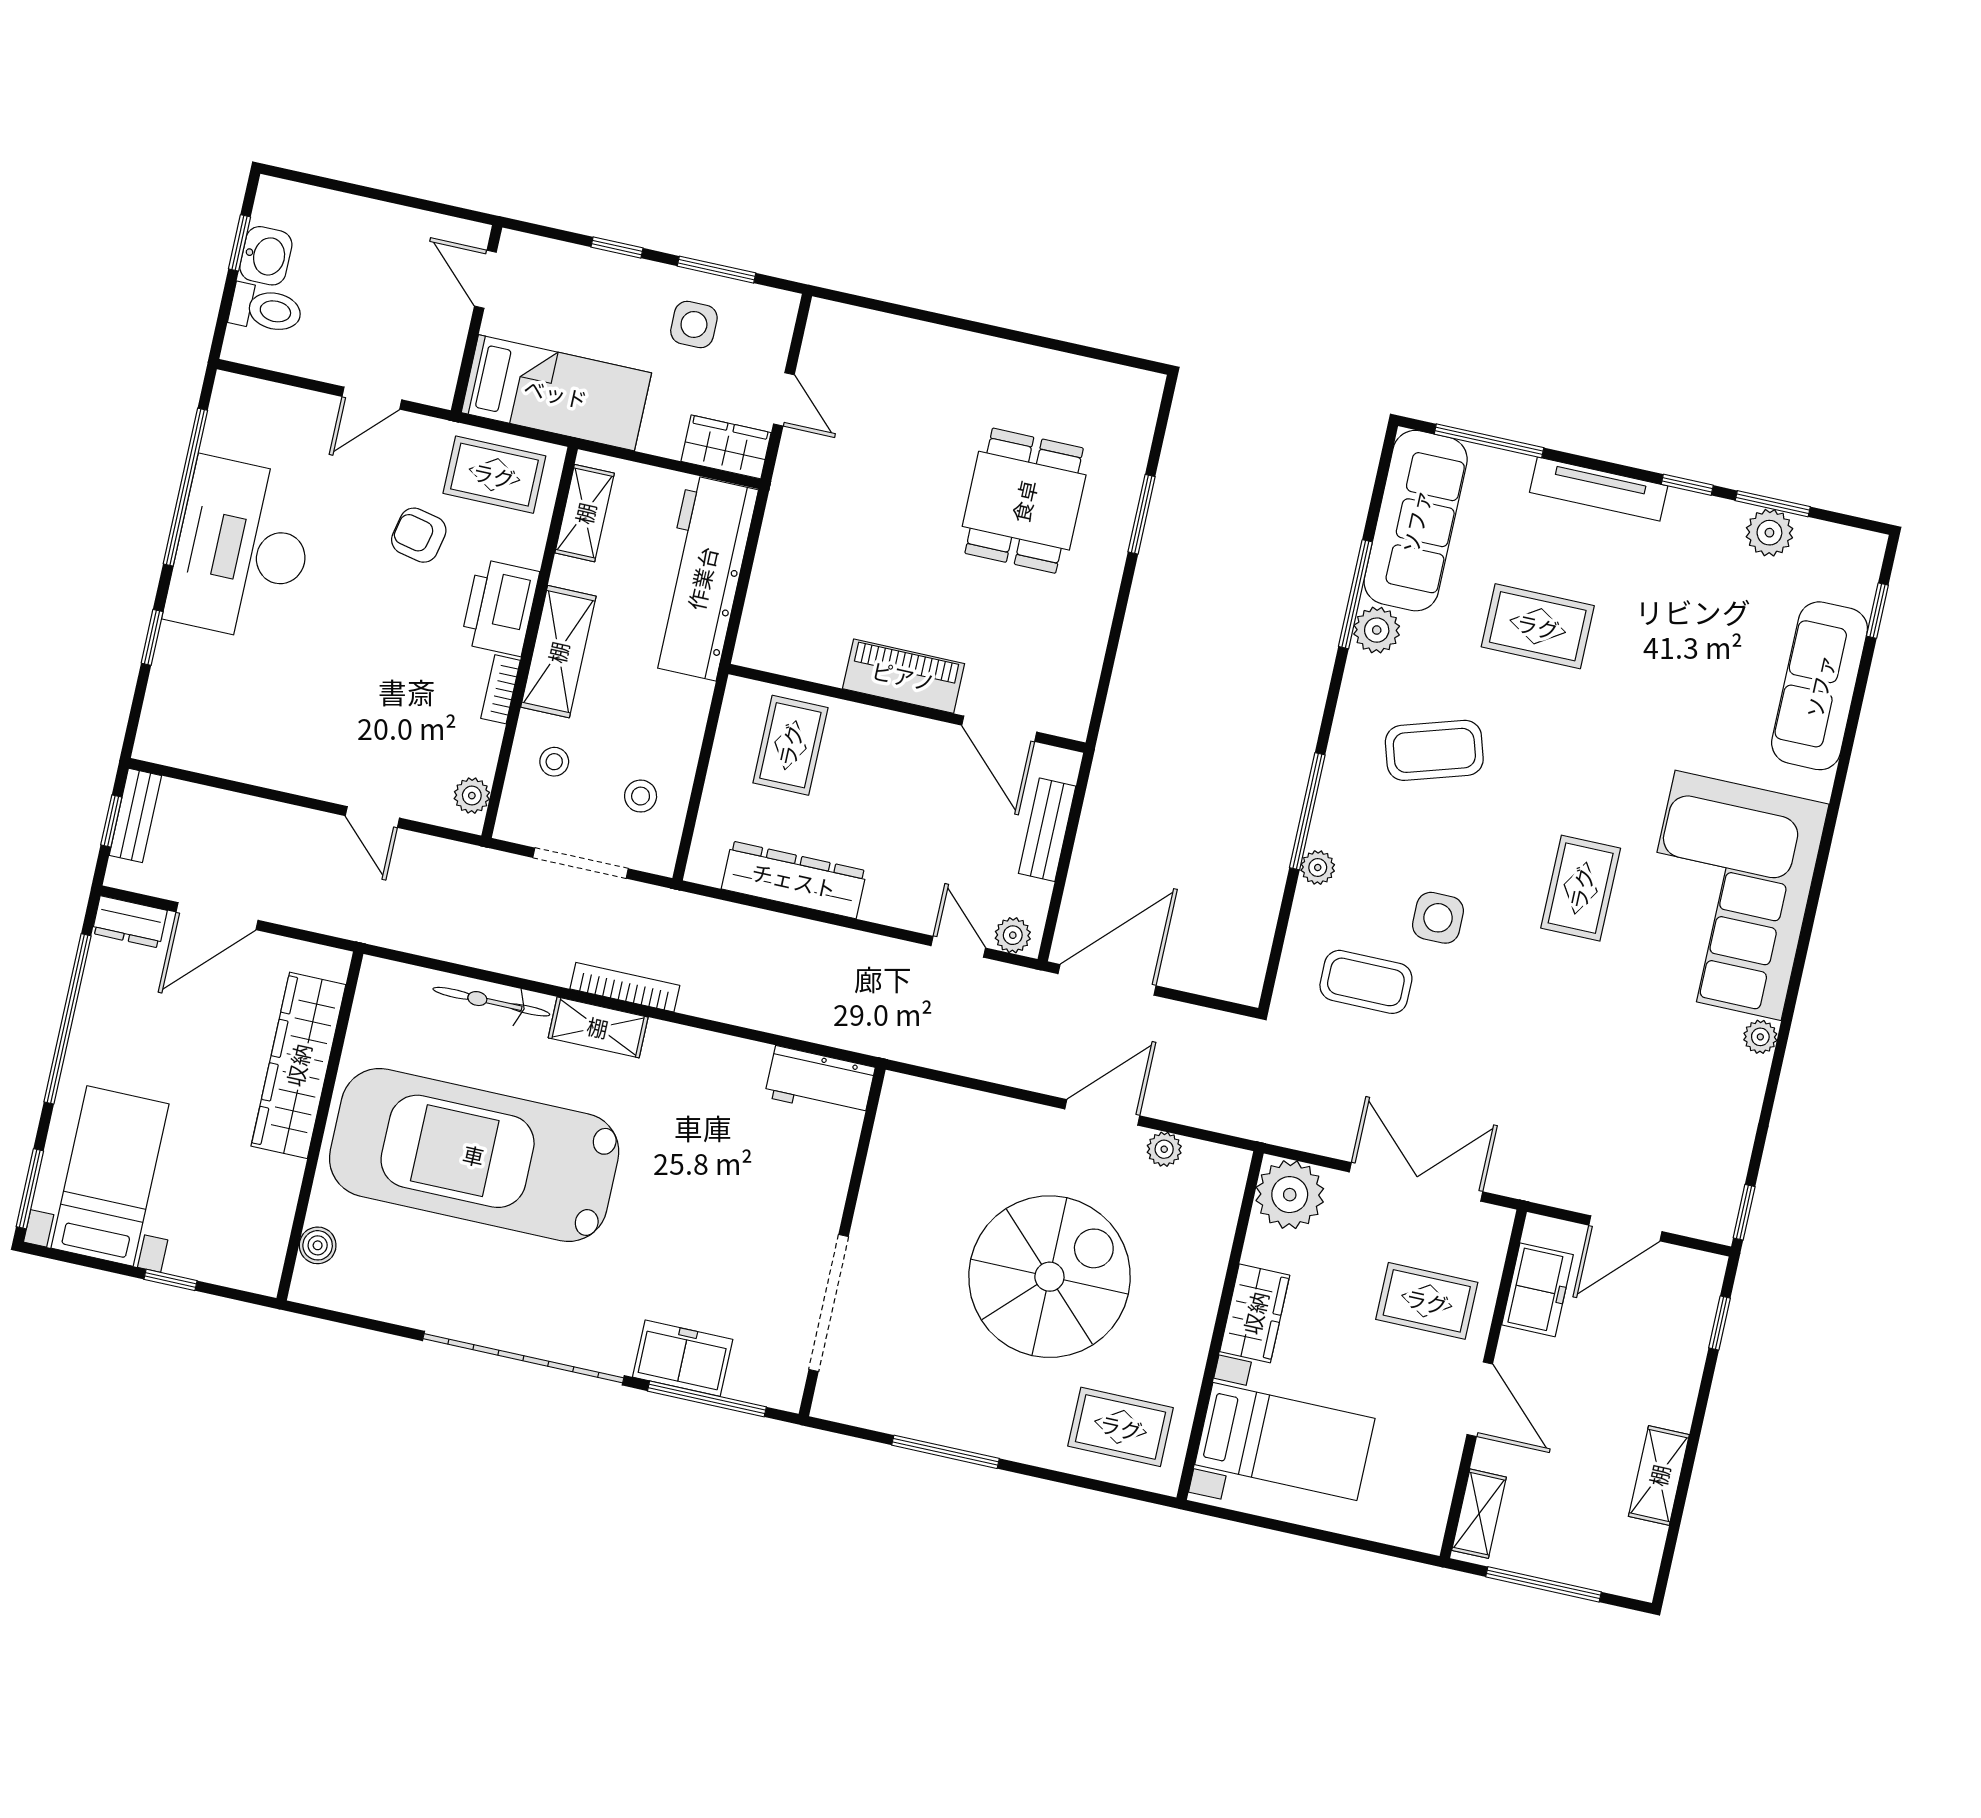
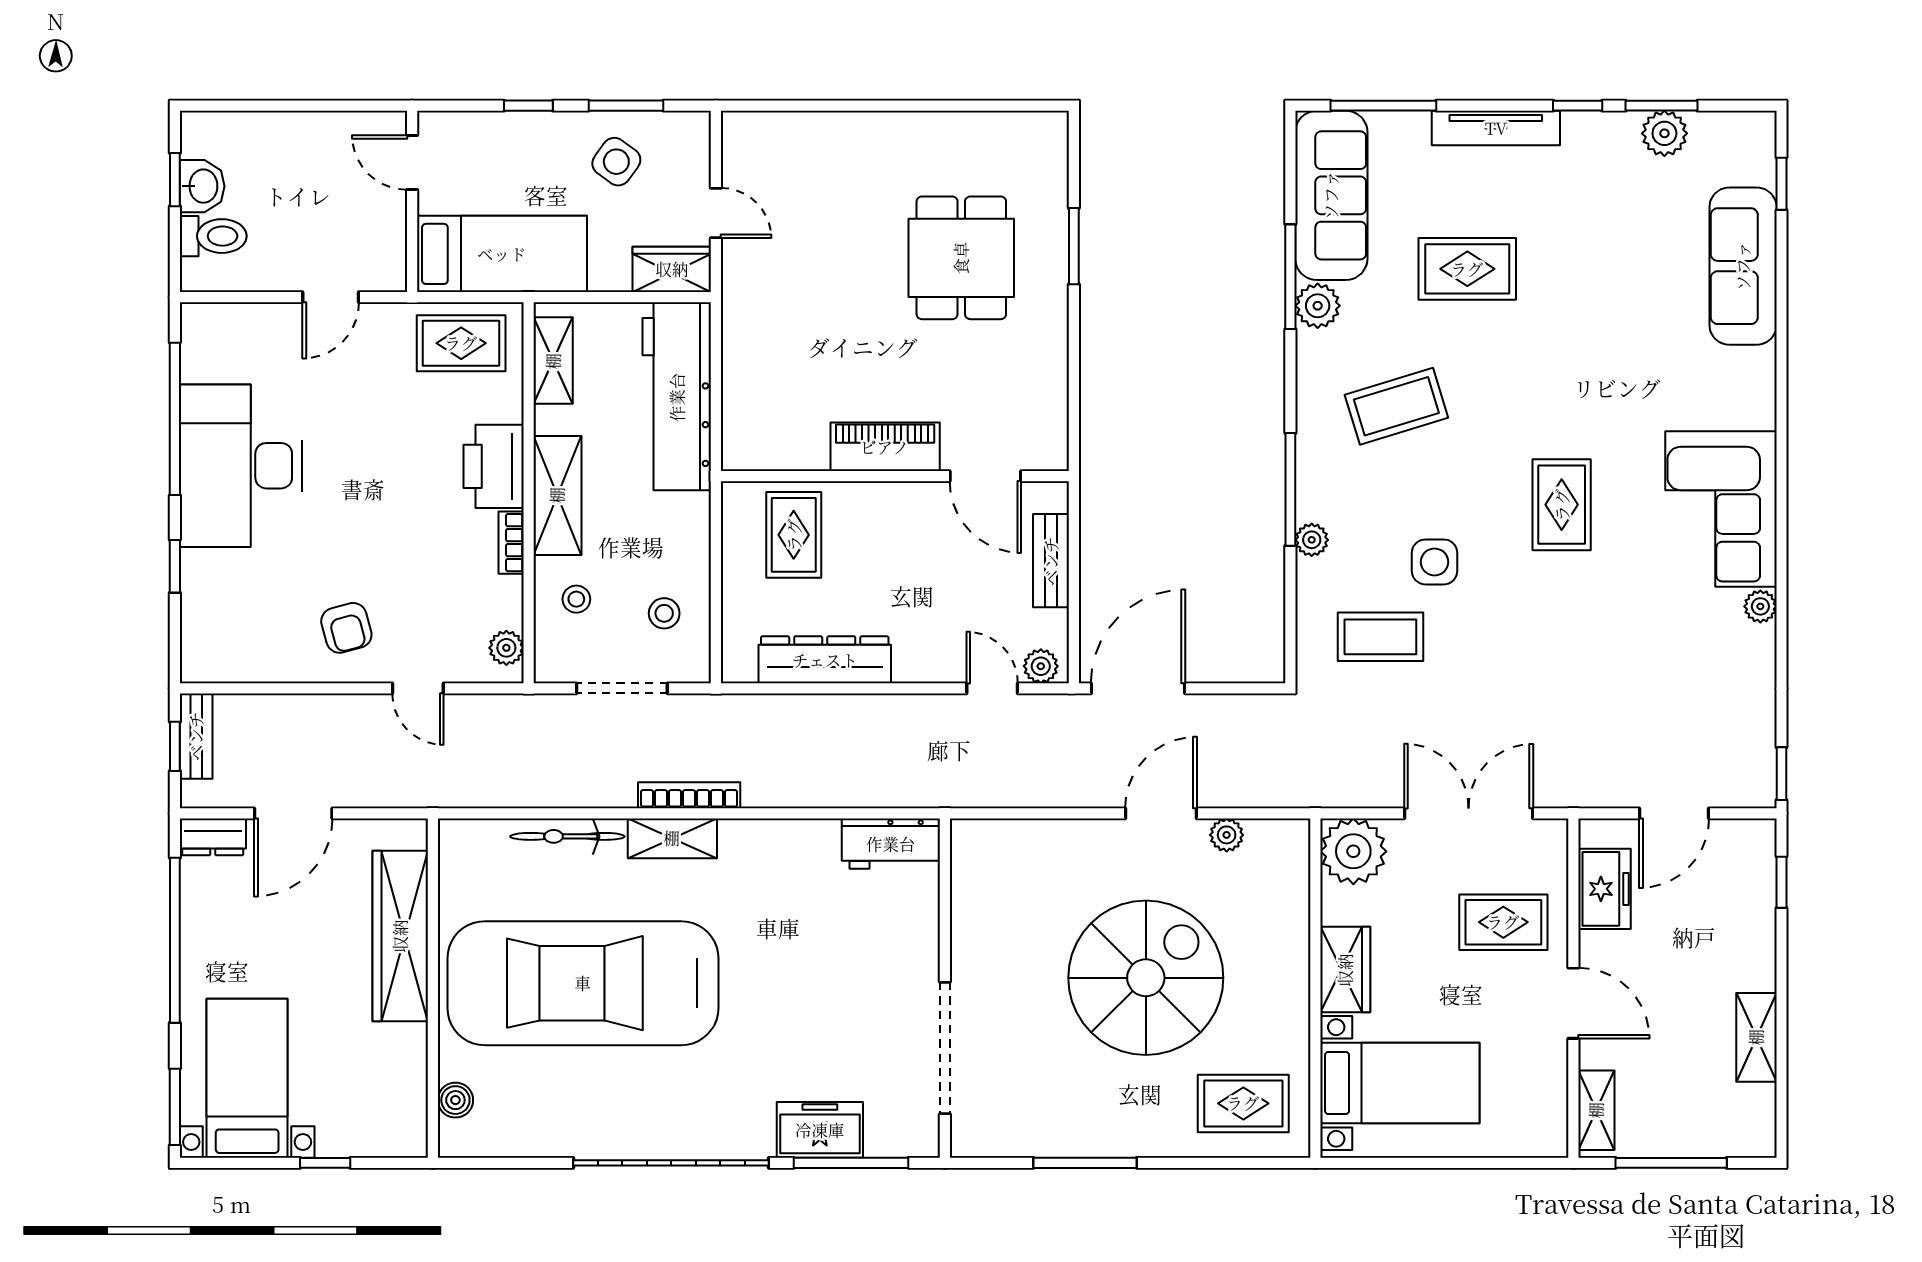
side table: (694, 324) -> (616, 162), turned 36
armchair: (419, 535) -> (346, 628), moved, turned -117
corner sofa: (1728, 895) -> (1721, 509), width x0.73, depth x0.74

